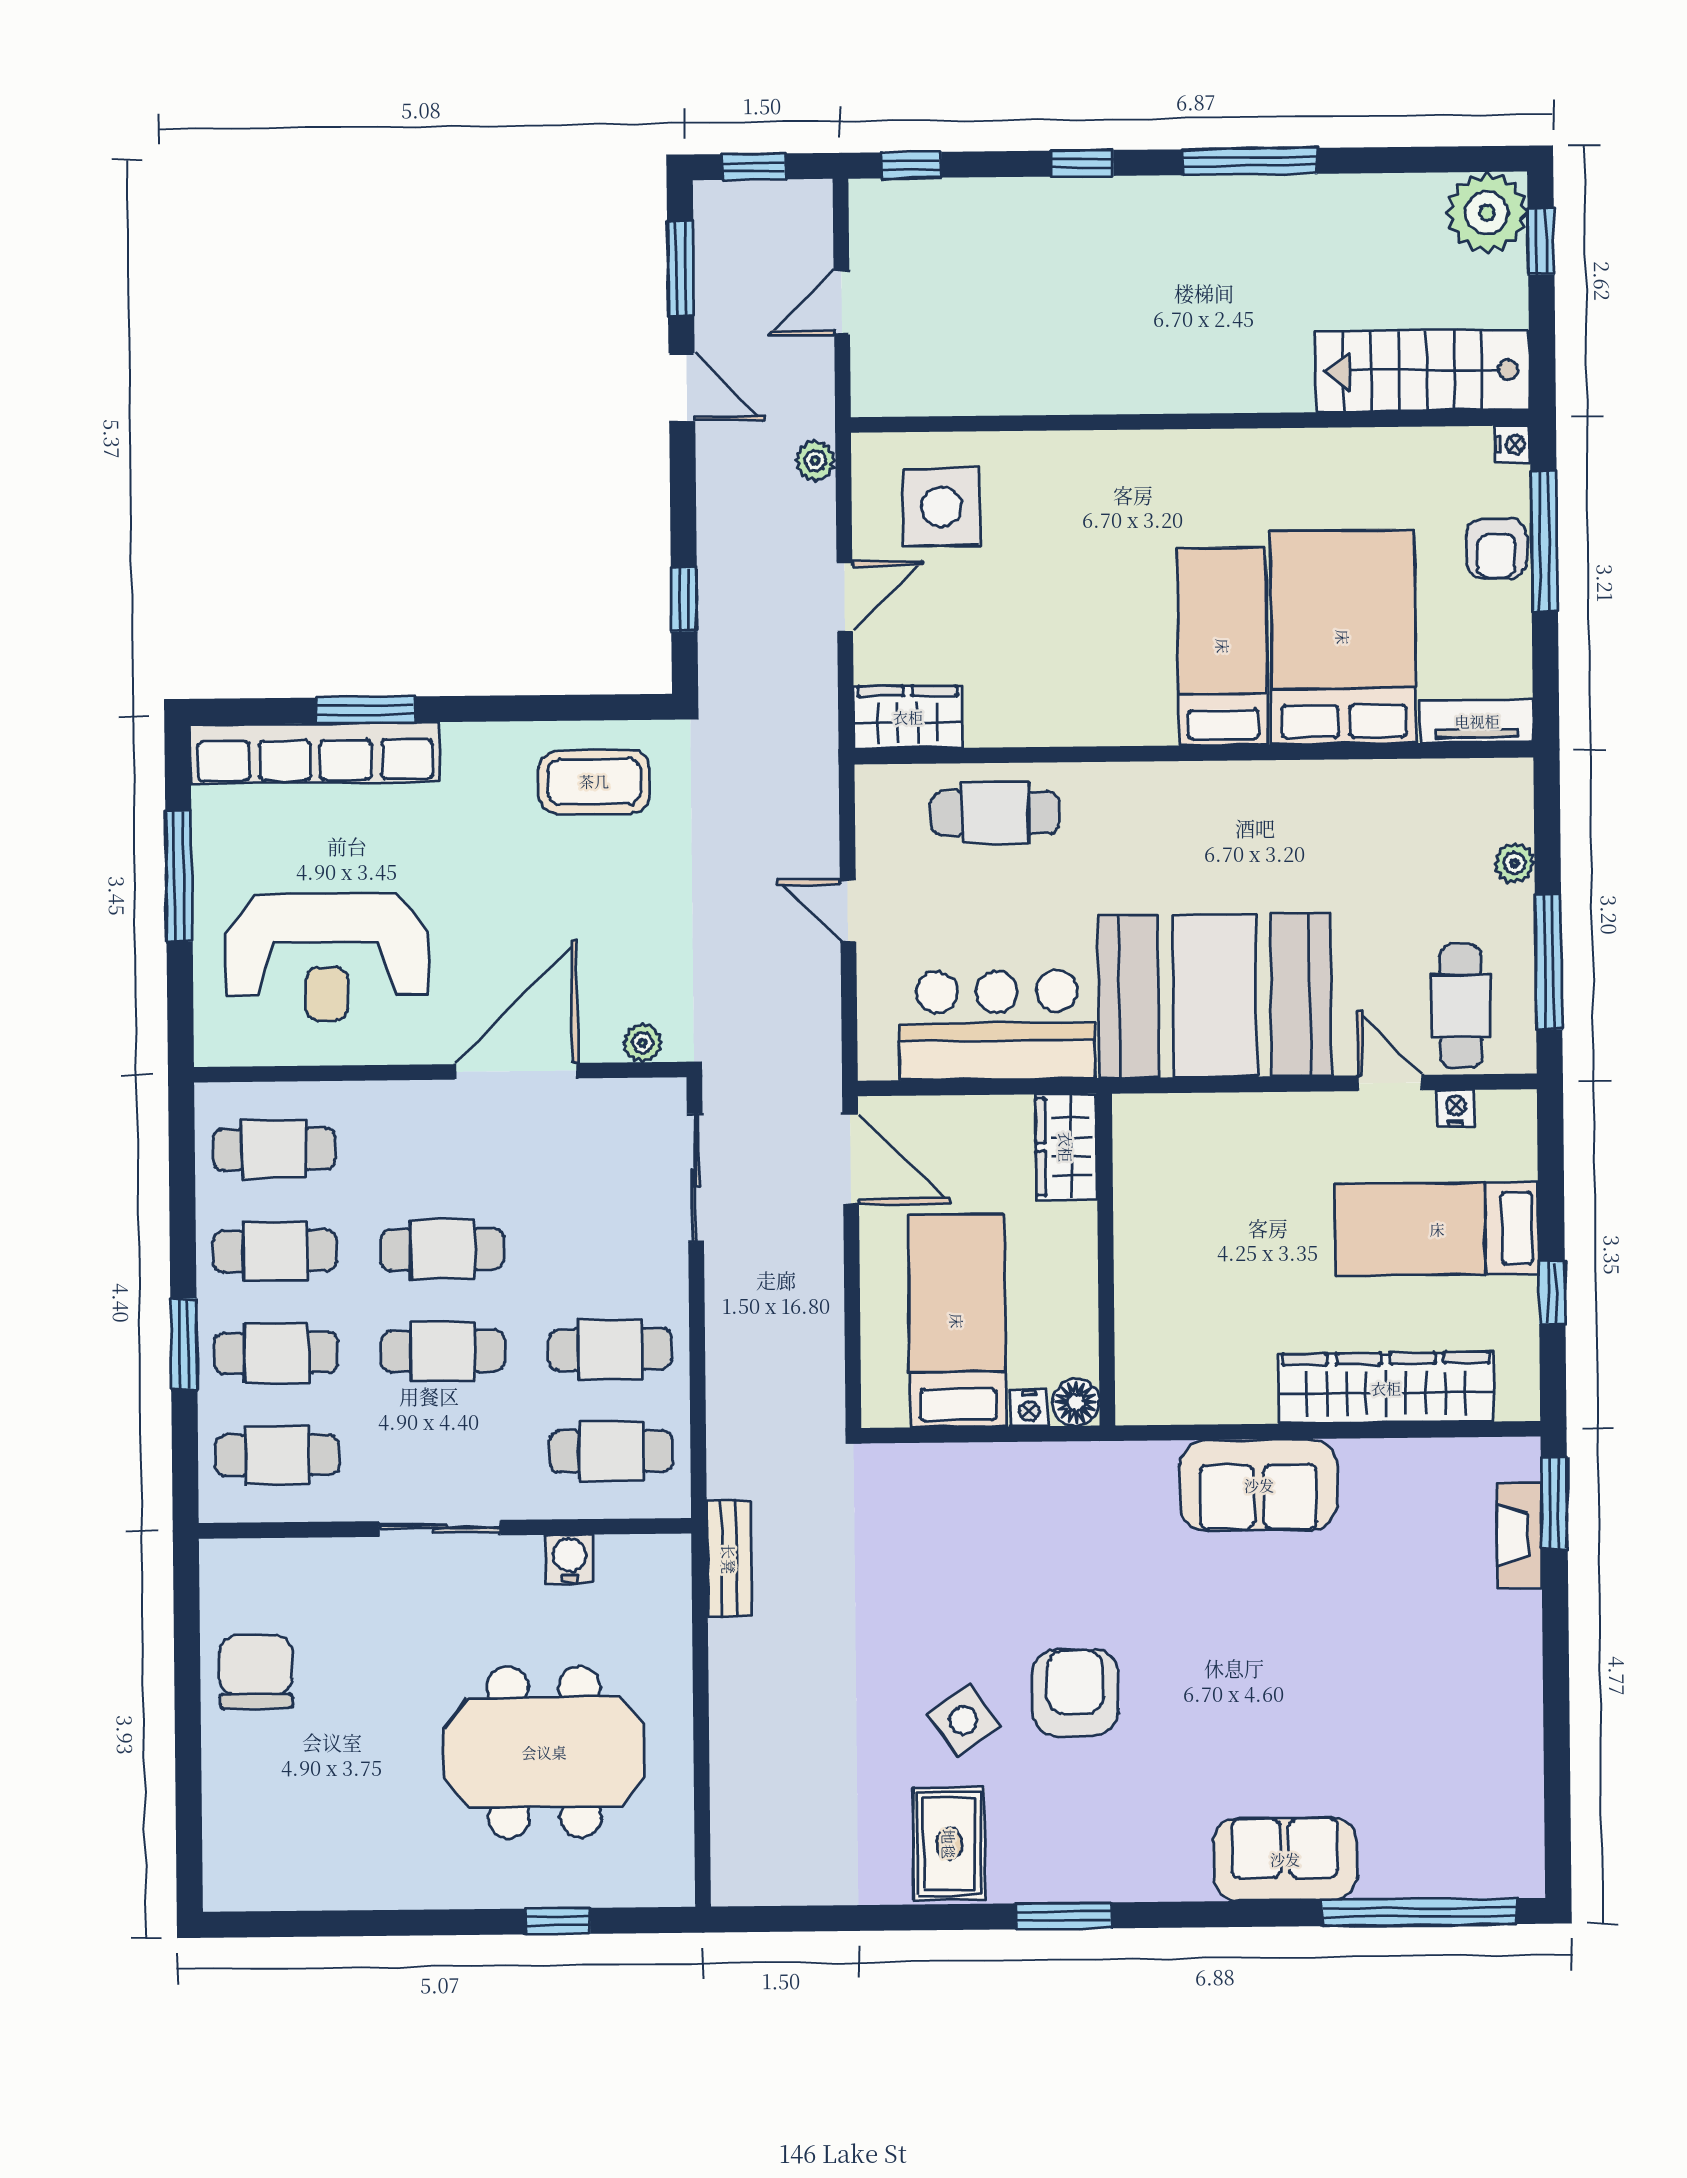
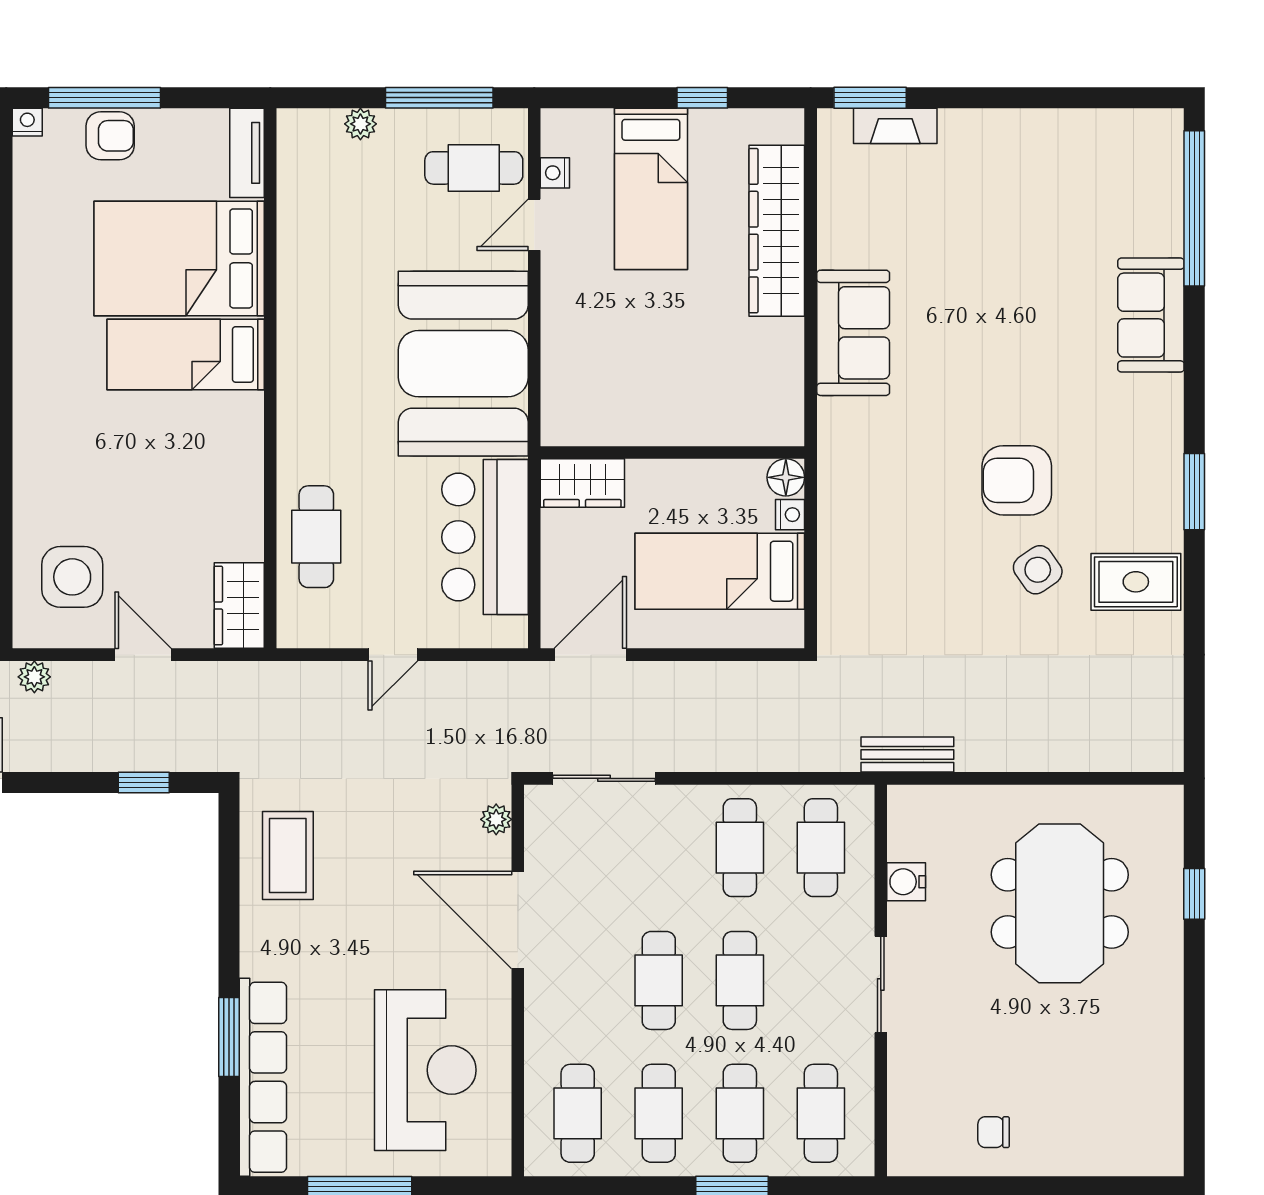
chair: (256, 1672) -> (994, 1132), width x0.54, depth x0.54

